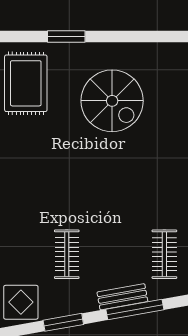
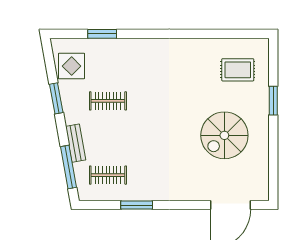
rug: (26, 83) -> (238, 70), width x0.73, depth x0.70
window: (135, 310) -> (69, 167), moved

